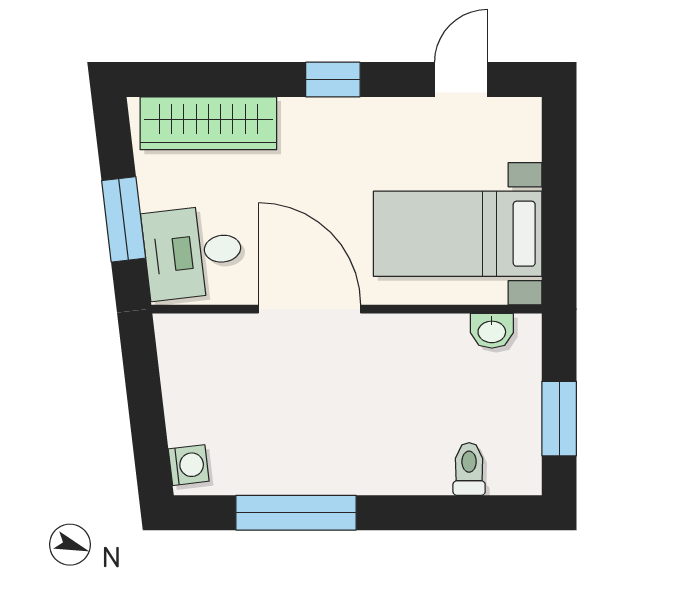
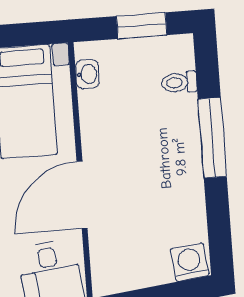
washing machine: (189, 465) -> (190, 262), width x1.38, depth x1.38
window: (296, 513) -> (212, 138), moved

